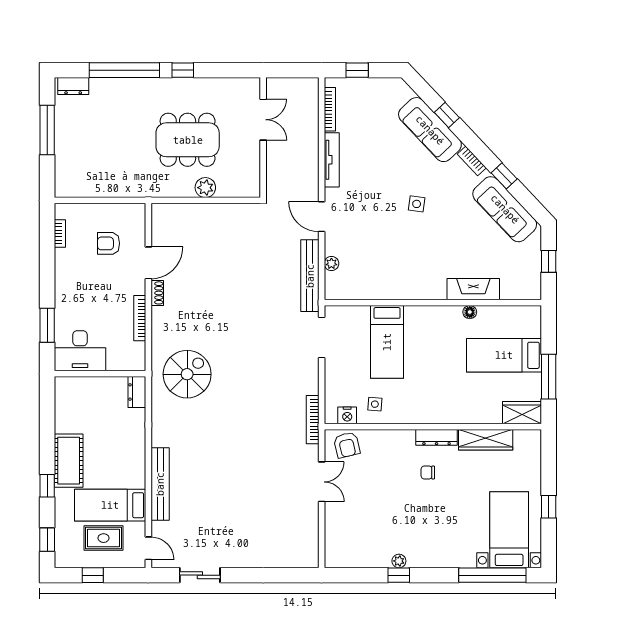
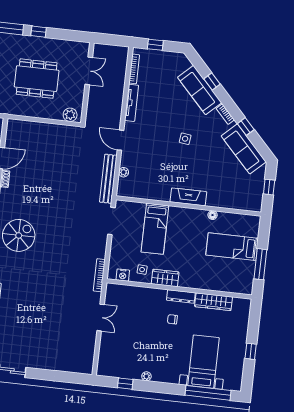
plant: (205, 188) -> (70, 115), moved
fireplace: (473, 289) -> (188, 197), moved
wardrobe: (522, 413) -> (165, 278), moved
armchair: (347, 445) -> (120, 295), removed
bed with nightstands: (509, 530) -> (203, 362), moved
window: (399, 575) -> (125, 384), moved

